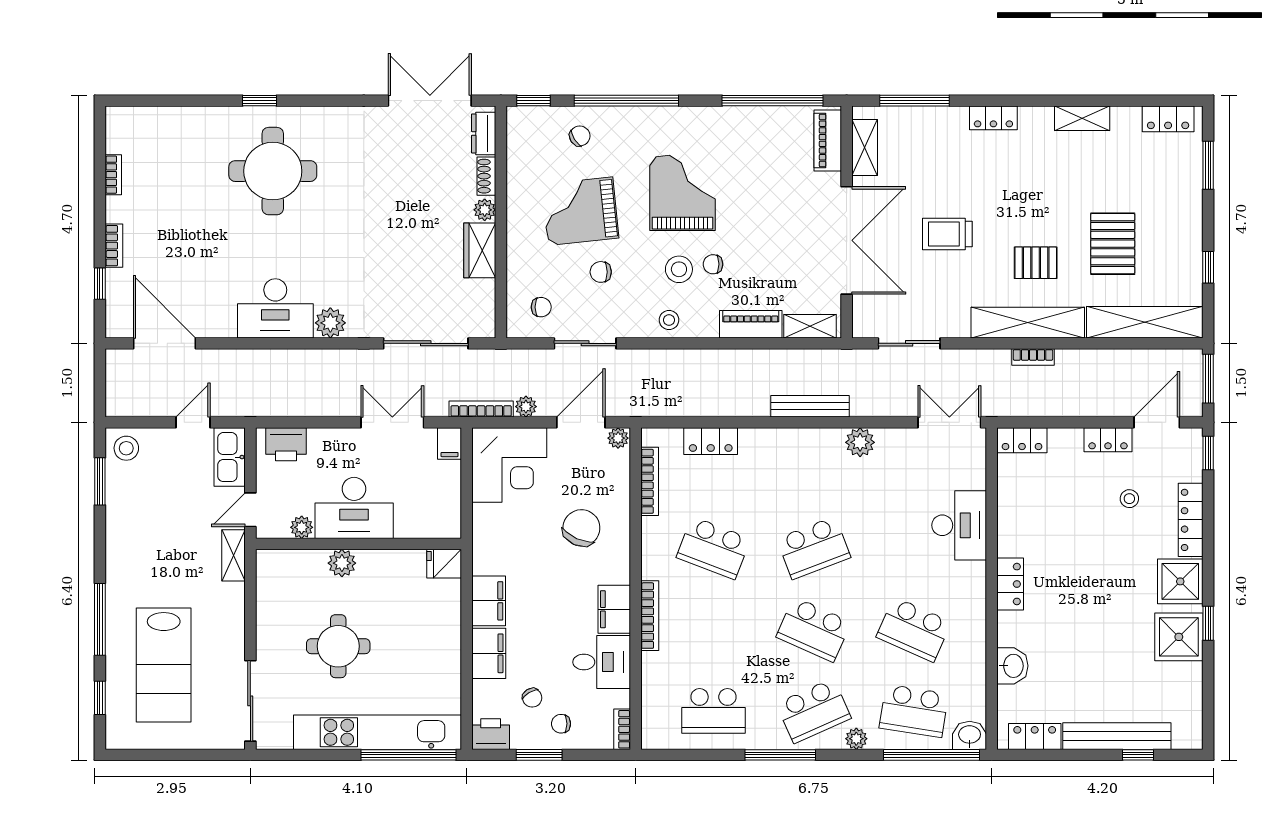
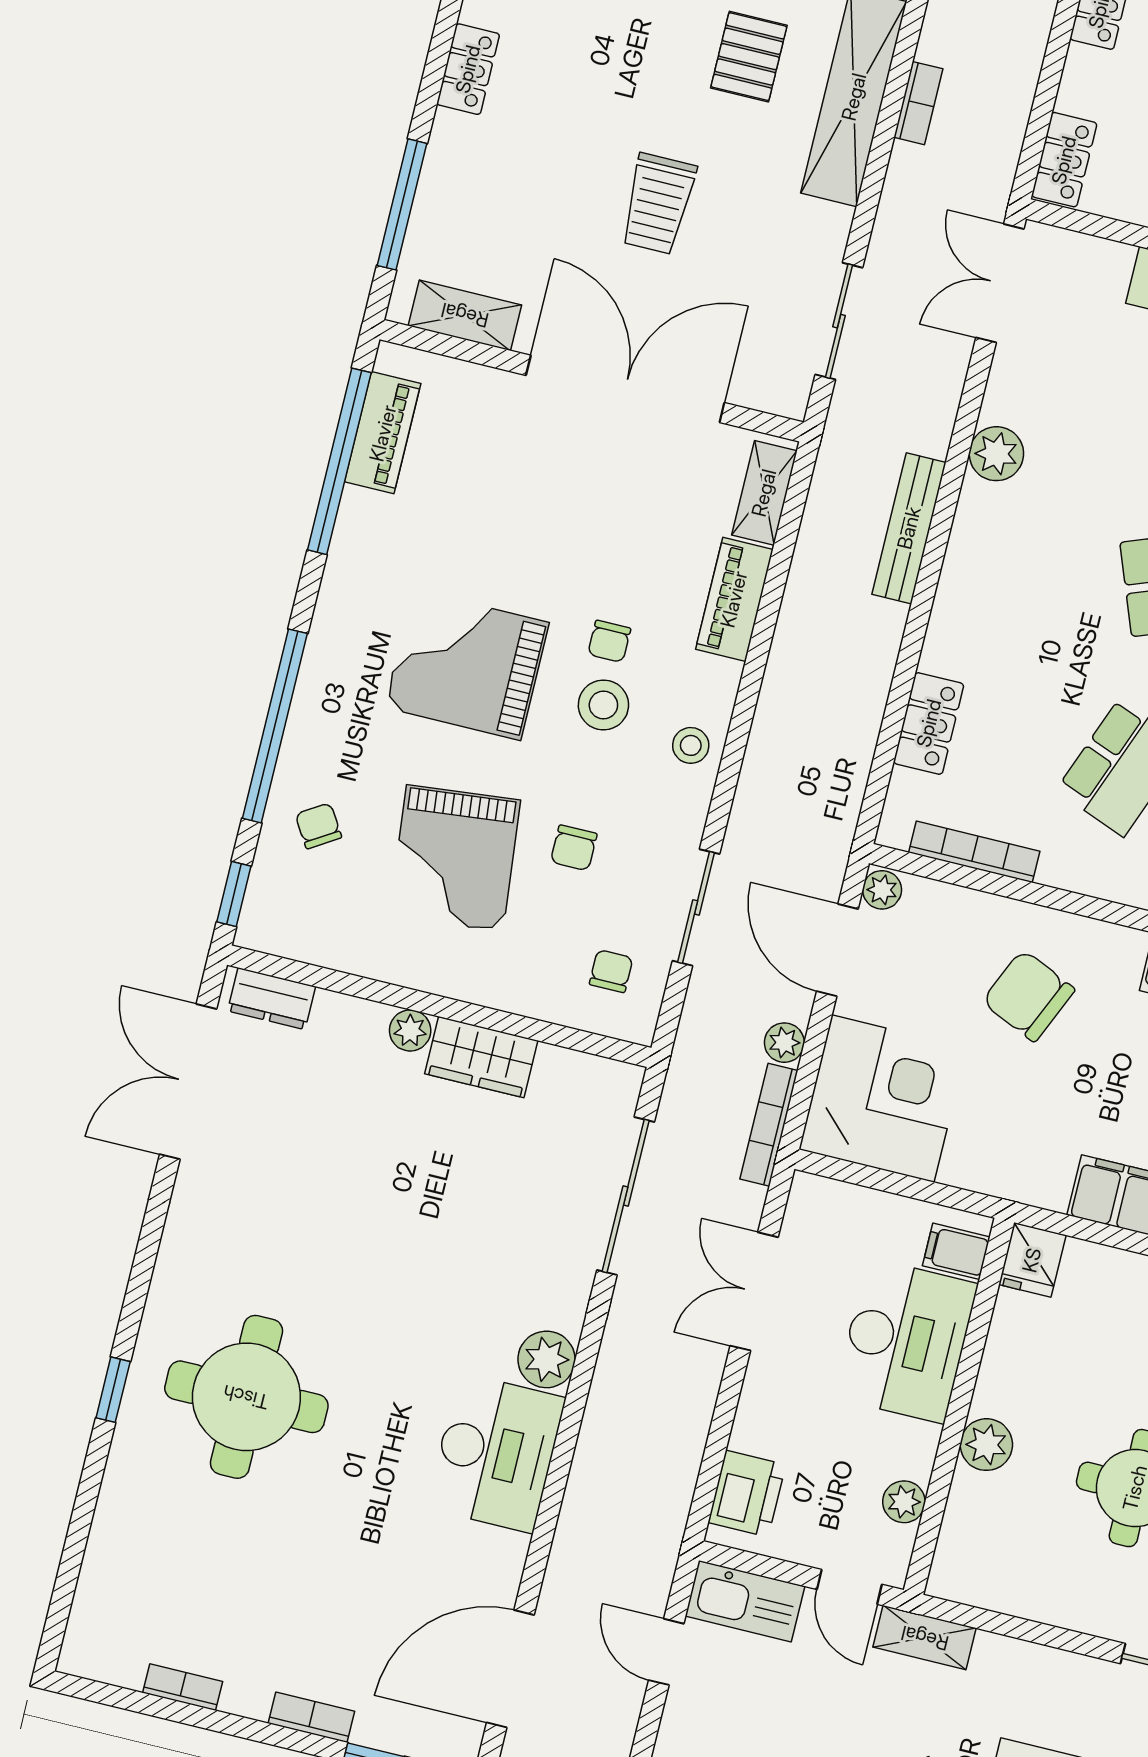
piano: (828, 140) -> (383, 433), moved, turned -90
shoe rack: (486, 176) -> (350, 1012), removed
filing cabinet: (450, 444) -> (956, 1251), moved, turned 180
desk: (354, 508) -> (906, 1341), moved

